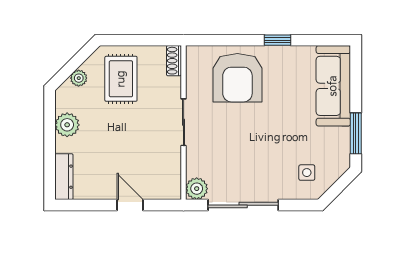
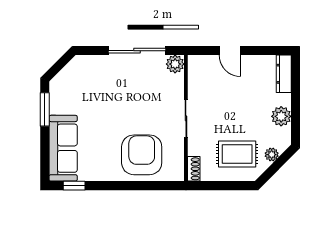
window: (278, 40) -> (74, 186), moved
rug: (121, 79) -> (237, 154), turned 90
side table: (307, 173) -> (85, 77), removed

